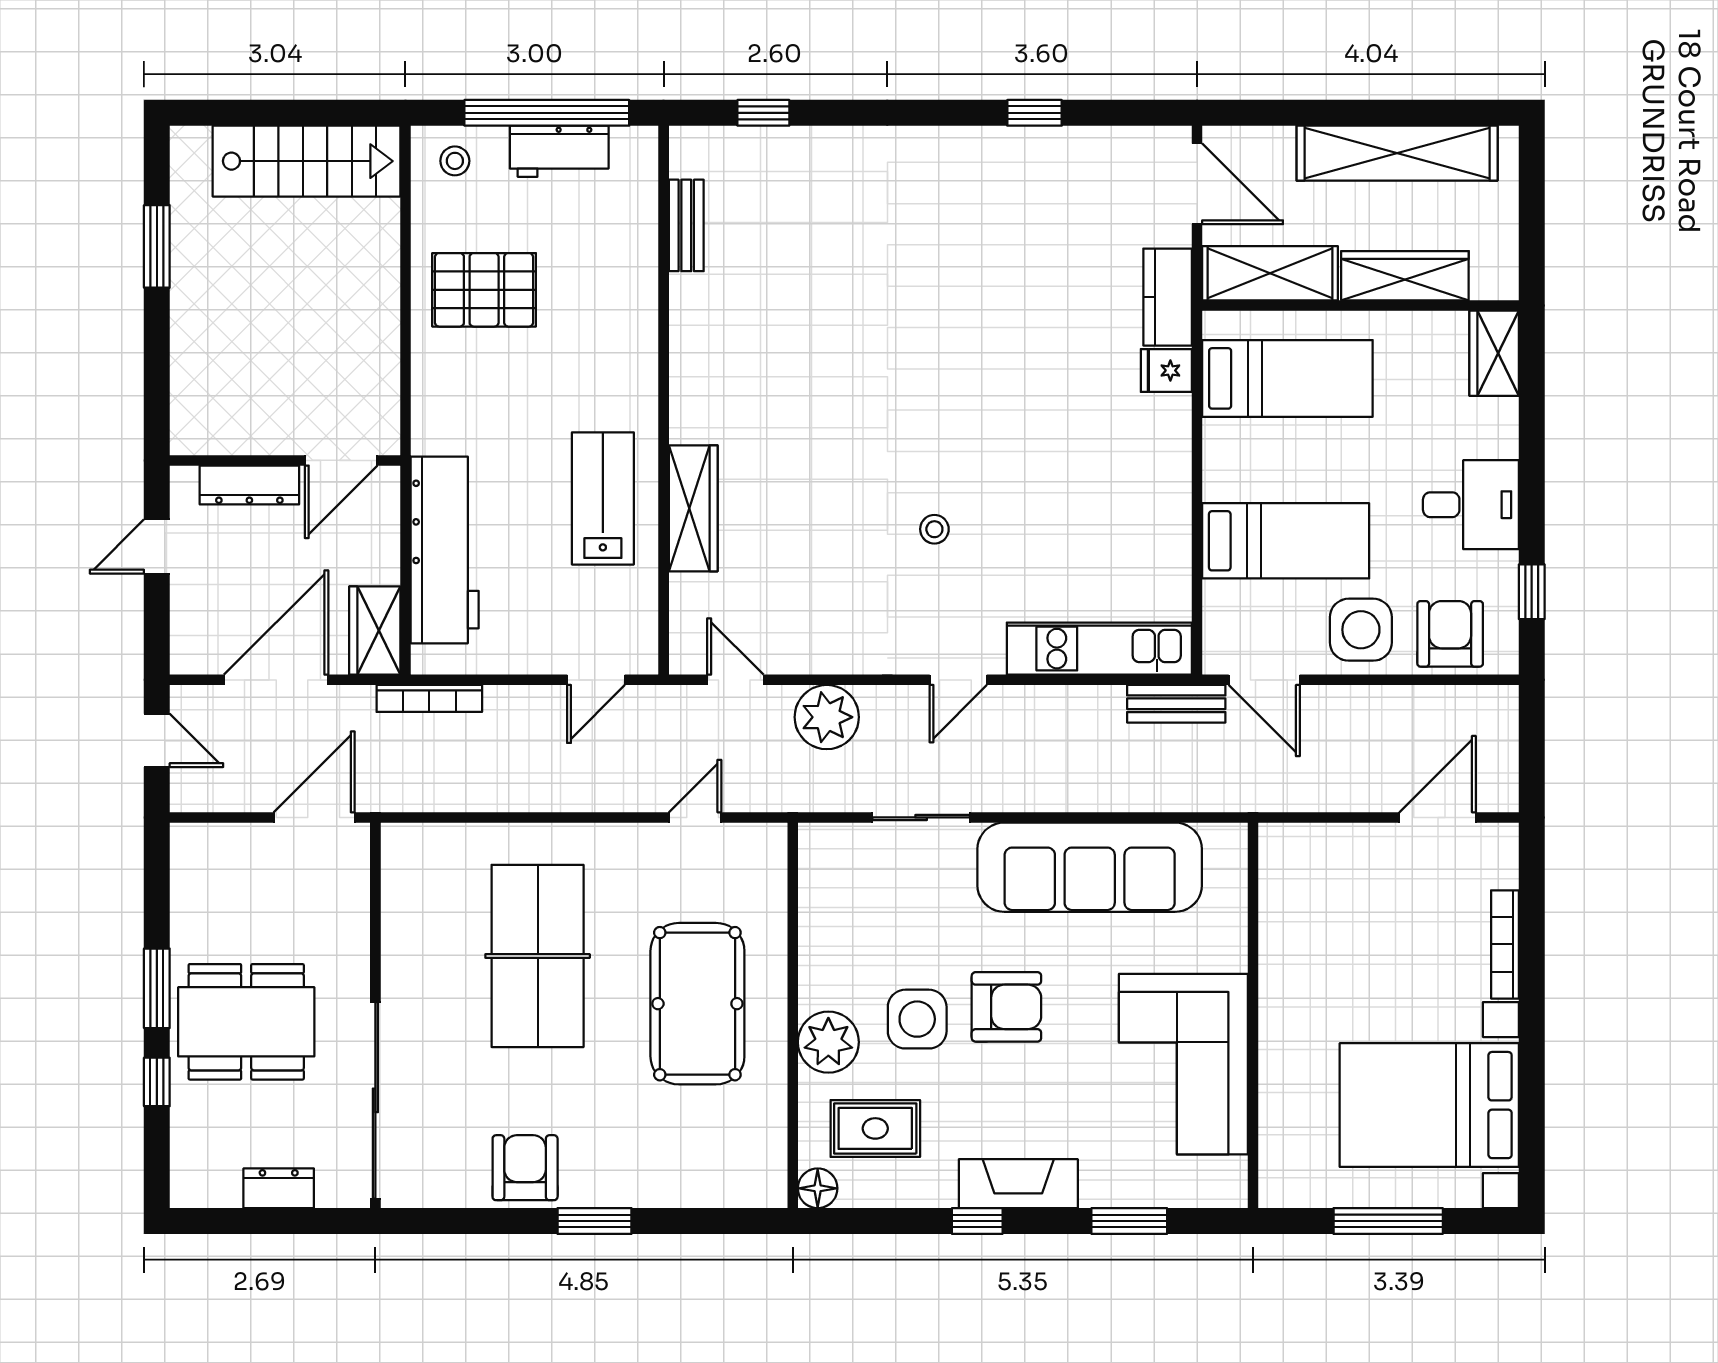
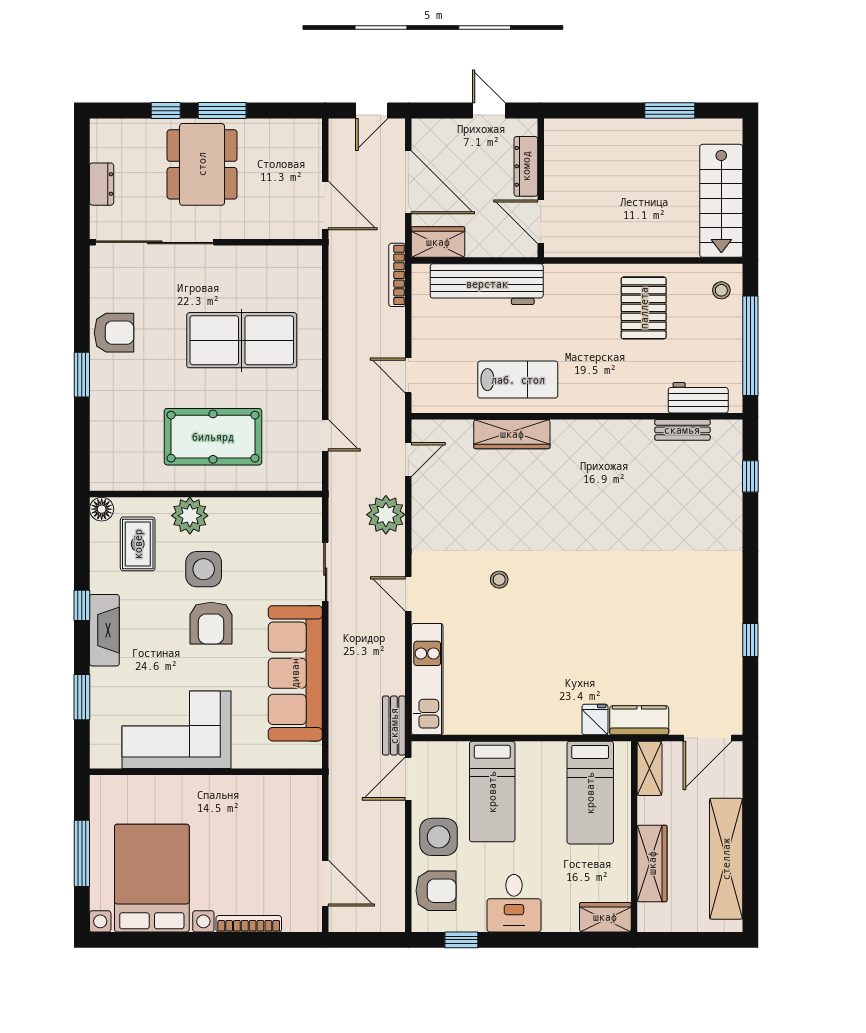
workbench: (559, 151) -> (698, 398), moved, turned 90
shelving: (1270, 273) -> (650, 768), width x0.67, depth x0.75

